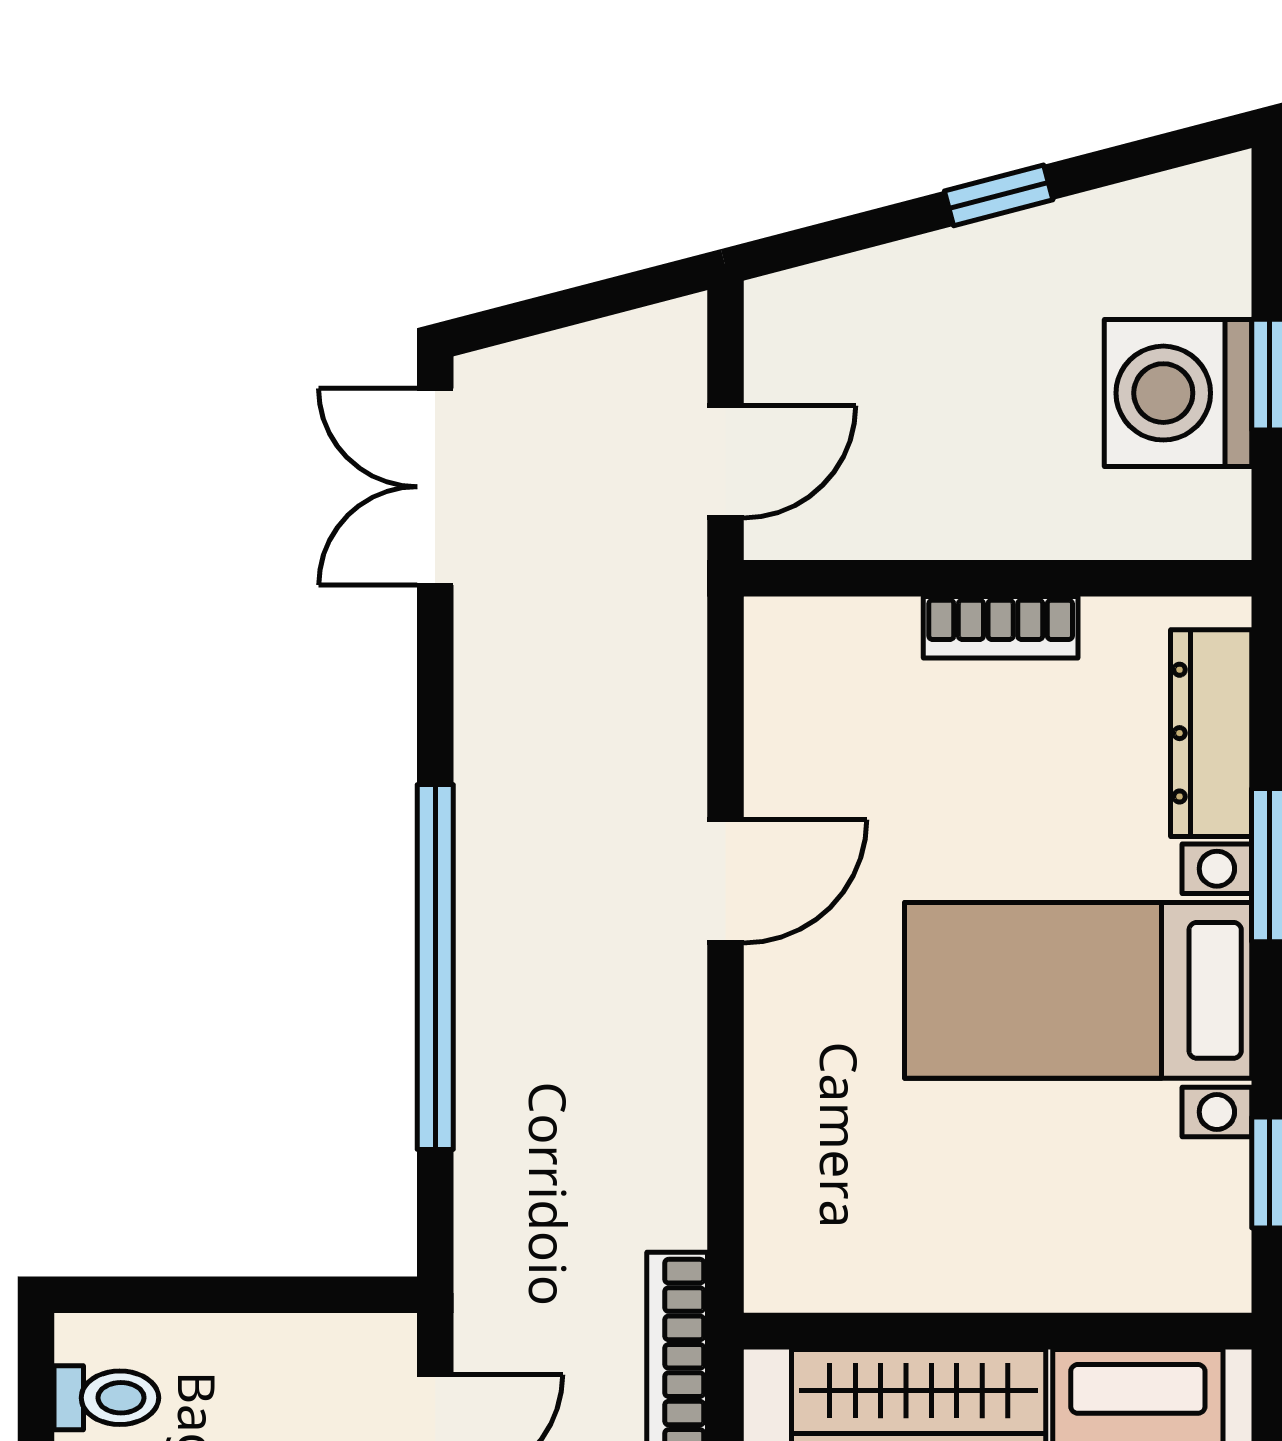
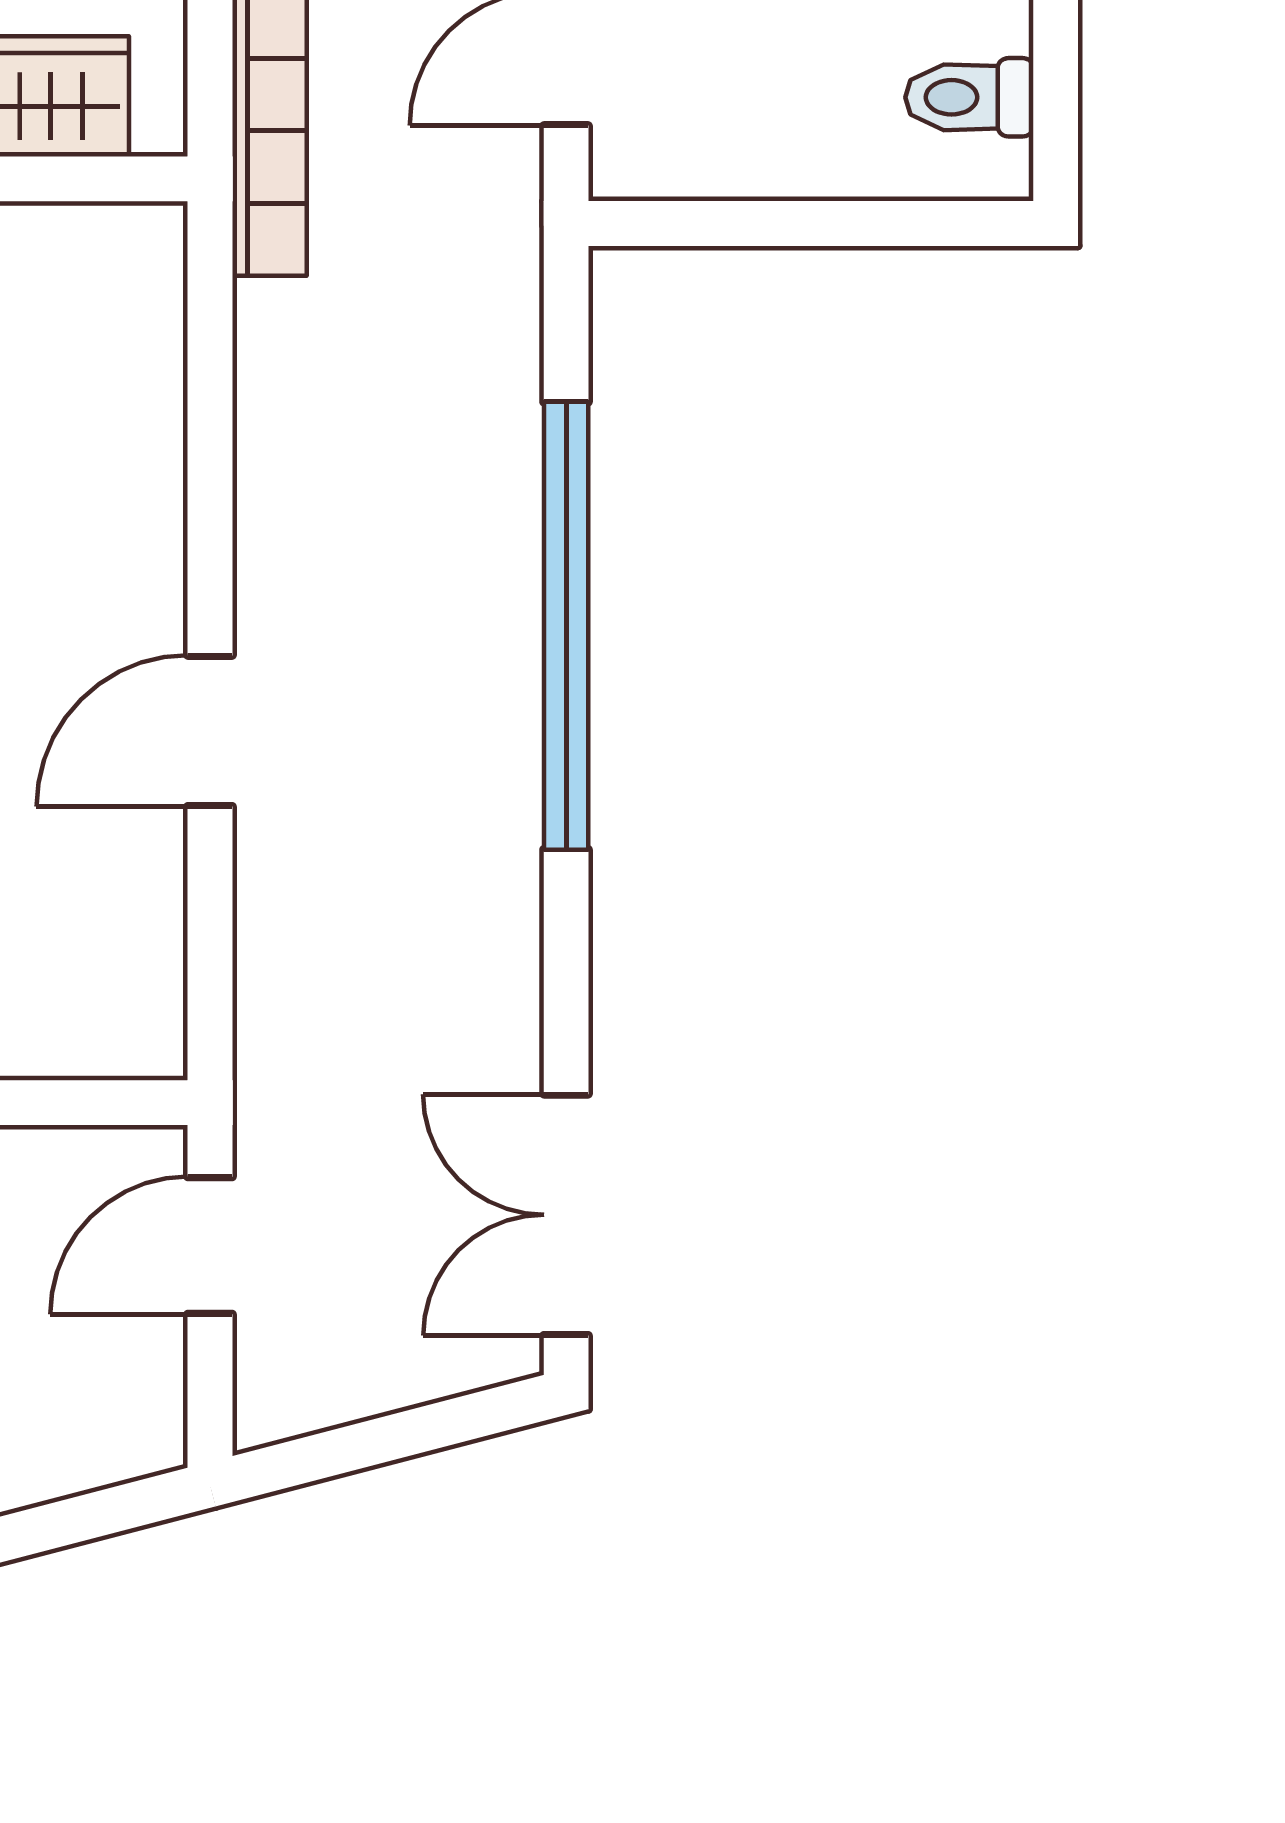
double door: (435, 487) -> (566, 1215), swing flipped

